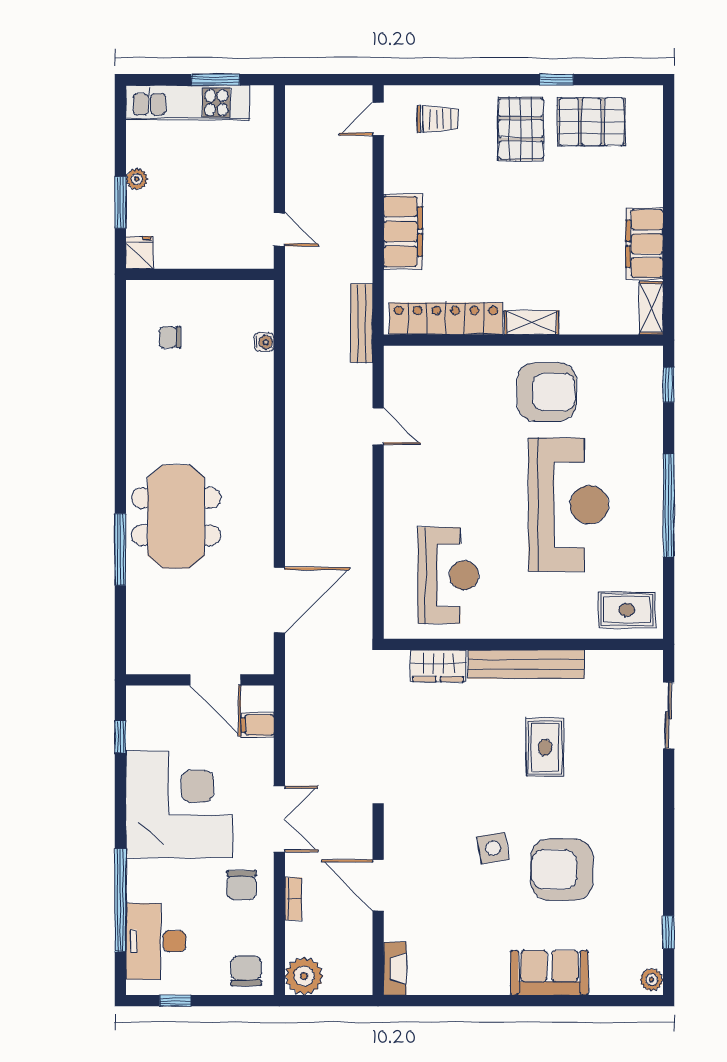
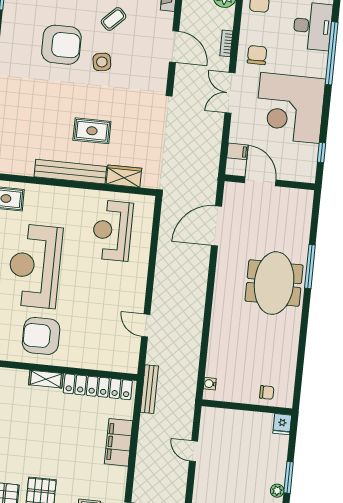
fridge: (140, 252) -> (282, 424), moved
wall: (200, 274) -> (247, 407), moved
rug: (545, 747) -> (92, 131), moved, turned 90
coffee table: (481, 920) -> (114, 19), added

